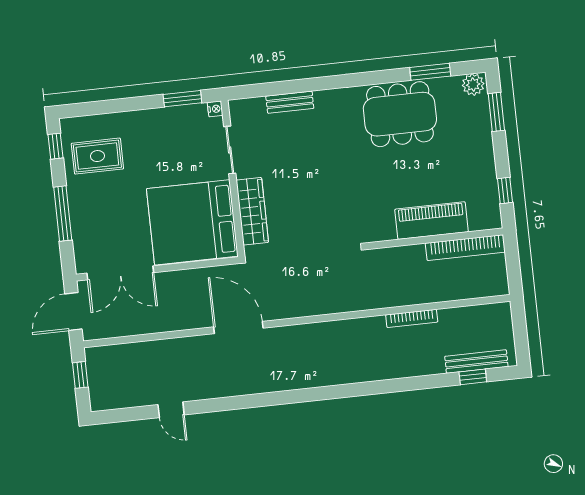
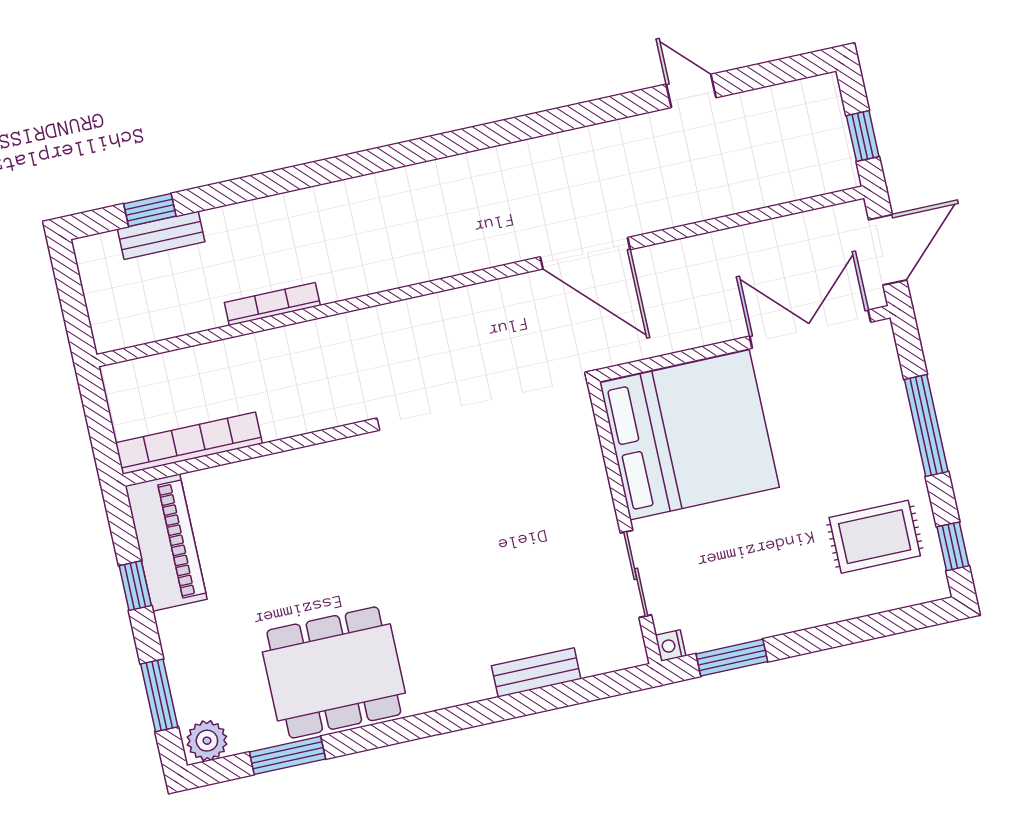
window: (505, 191) -> (135, 586), moved
wardrobe: (252, 211) -> (583, 467), removed
piano: (432, 221) -> (166, 543), moved, turned -90
bench: (476, 361) -> (161, 235), width x0.73

